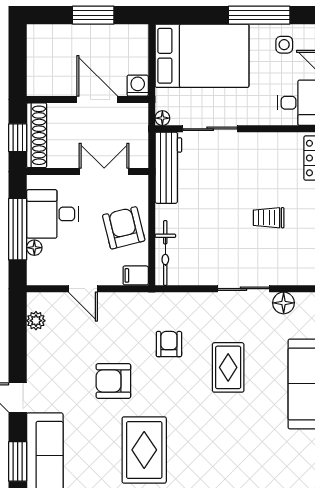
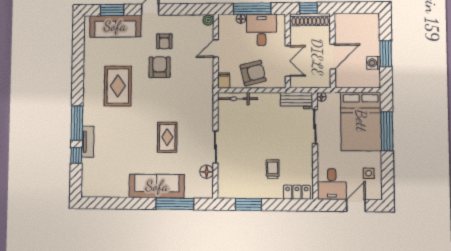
window: (259, 15) -> (387, 131), moved
washing machine: (138, 86) -> (373, 63), moved, turned 180
workbench: (168, 168) -> (296, 101), width x0.73
trolley: (269, 218) -> (273, 169), moved
plant: (36, 321) -> (208, 20), moved
armchair: (169, 344) -> (164, 41), moved, turned 90
rug: (228, 367) -> (167, 137), turned 90
rug: (144, 450) -> (118, 86), turned 90

